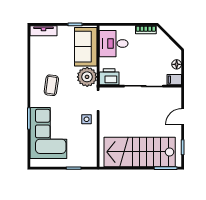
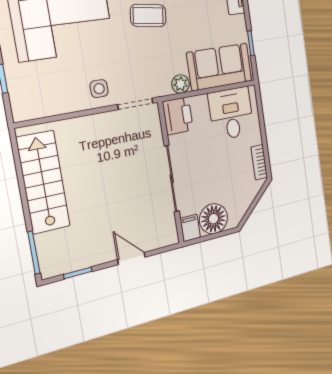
floor lamp: (177, 64) -> (213, 219), width x1.89, depth x1.89
plant: (87, 77) -> (181, 84), width x0.53, depth x0.53
stairs: (140, 152) -> (43, 182), width x0.73, depth x0.66

